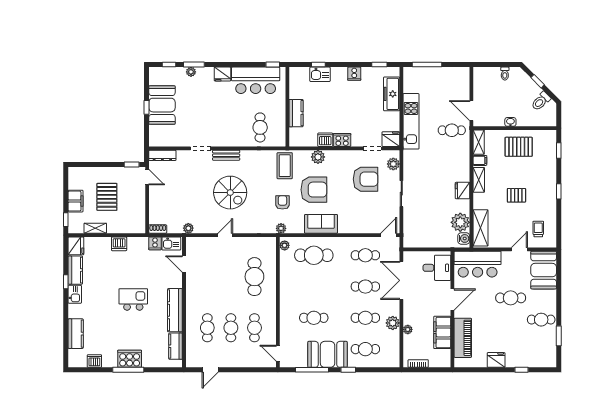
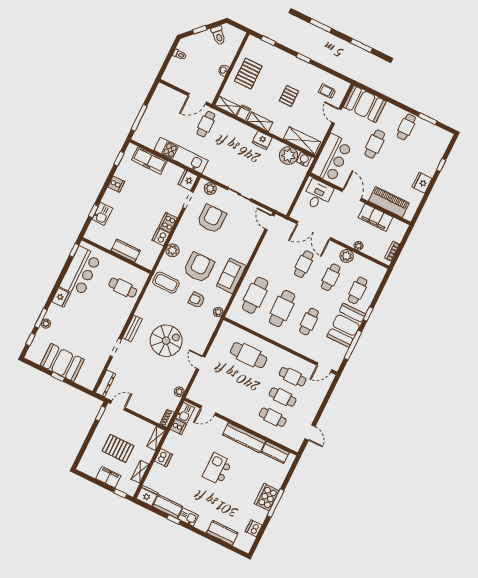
shelving: (134, 228) -> (156, 438), added
plant: (285, 245) -> (234, 316), removed
cafe table: (365, 255) -> (282, 308), moved, width x1.37, depth x1.35

